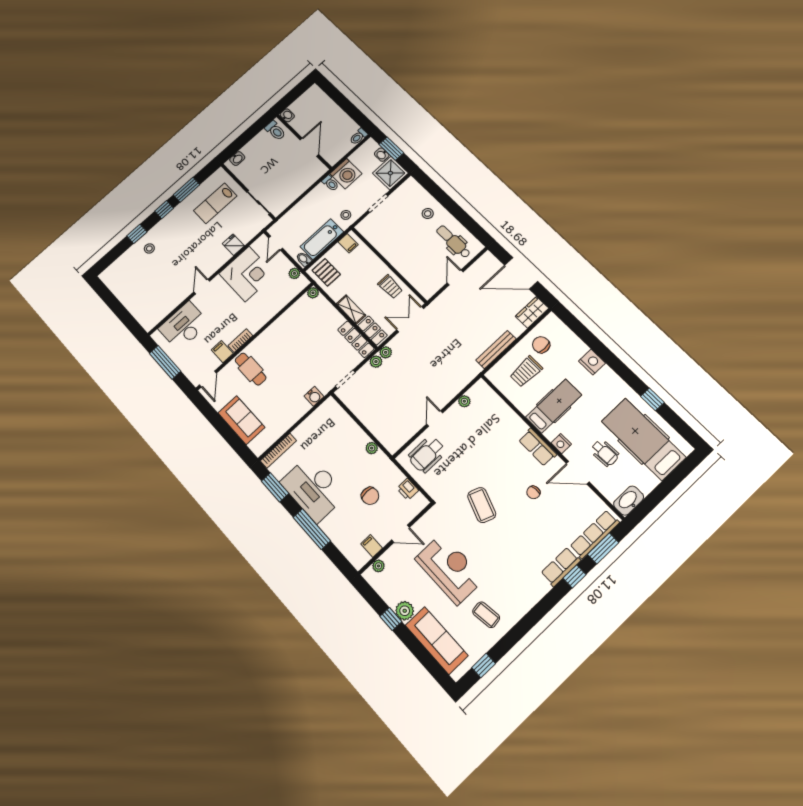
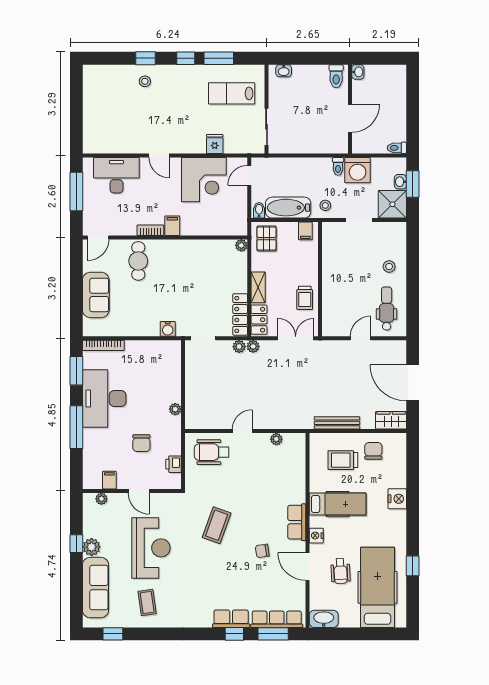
plant: (294, 273) -> (241, 215), removed
door: (202, 287) -> (159, 156), swing flipped
filing cabinet: (222, 352) -> (172, 226), moved

